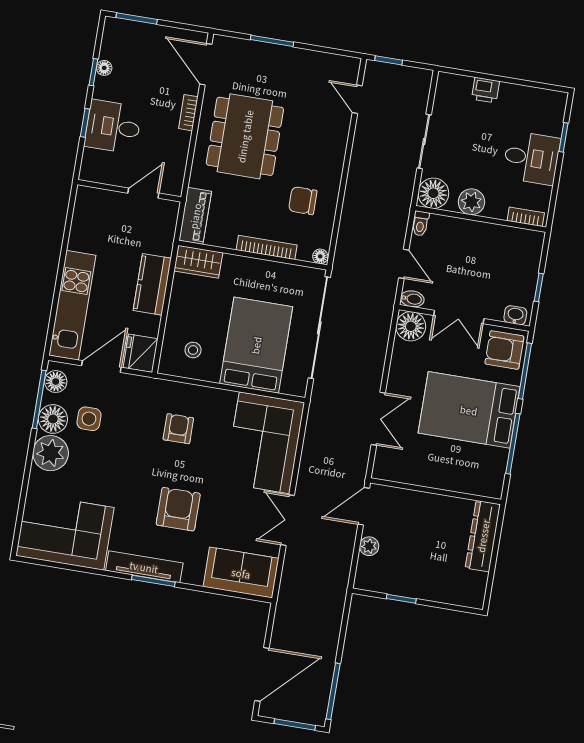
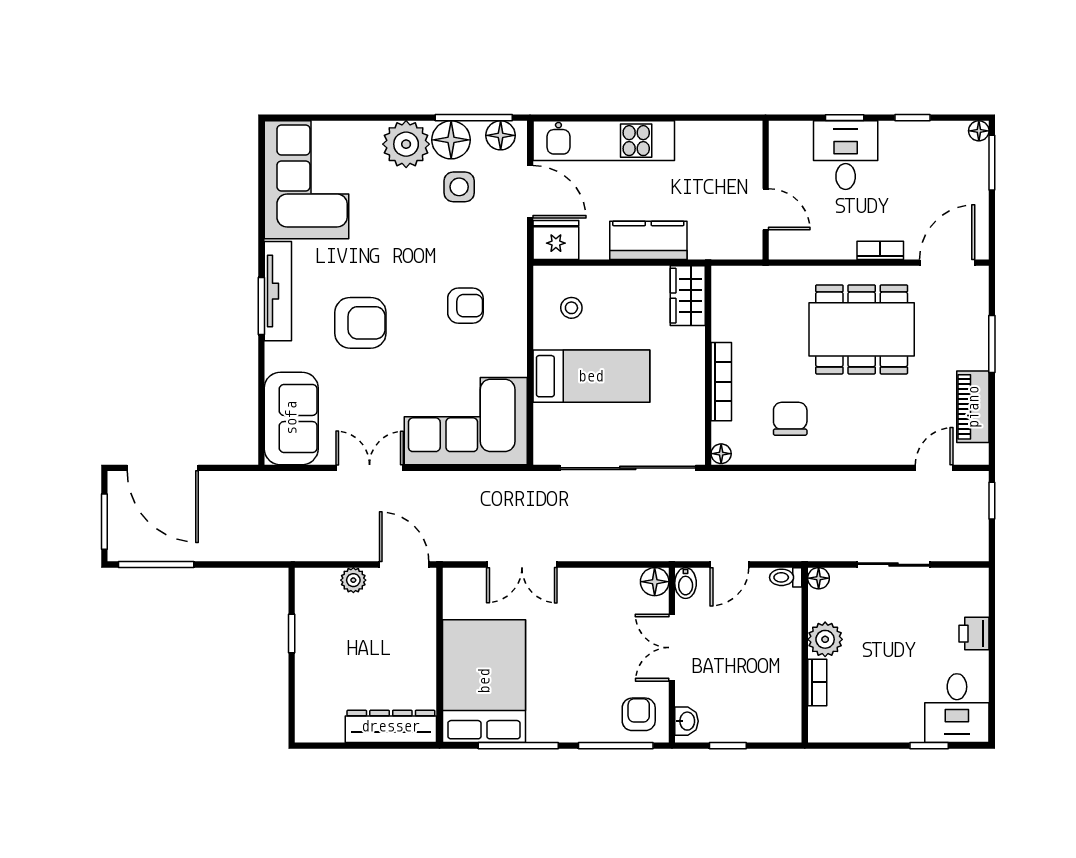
floor lamp: (104, 68) -> (979, 131), moved
desk: (531, 158) -> (957, 708), moved
floor lamp: (433, 193) -> (819, 578), width x0.53, depth x0.53
piano: (195, 216) -> (973, 407), moved, turned 90
bookcase: (526, 217) -> (817, 682), moved
floor lamp: (411, 326) -> (655, 582), width x0.73, depth x0.73
bed: (256, 345) -> (591, 376), width x0.67
armchair: (504, 350) -> (639, 714), width x0.72, depth x0.72
bed: (469, 410) -> (484, 681), moved

